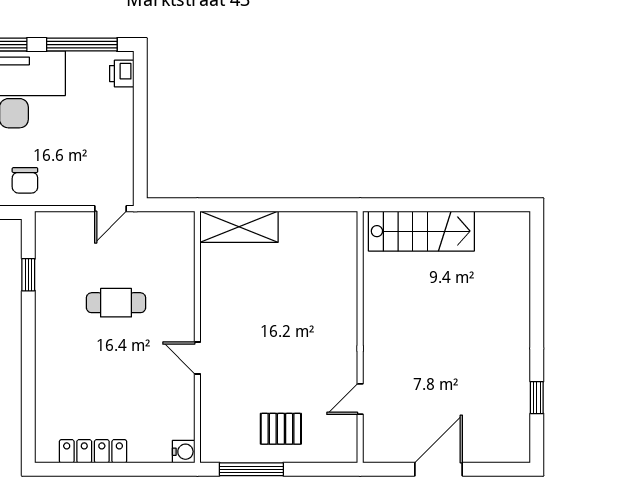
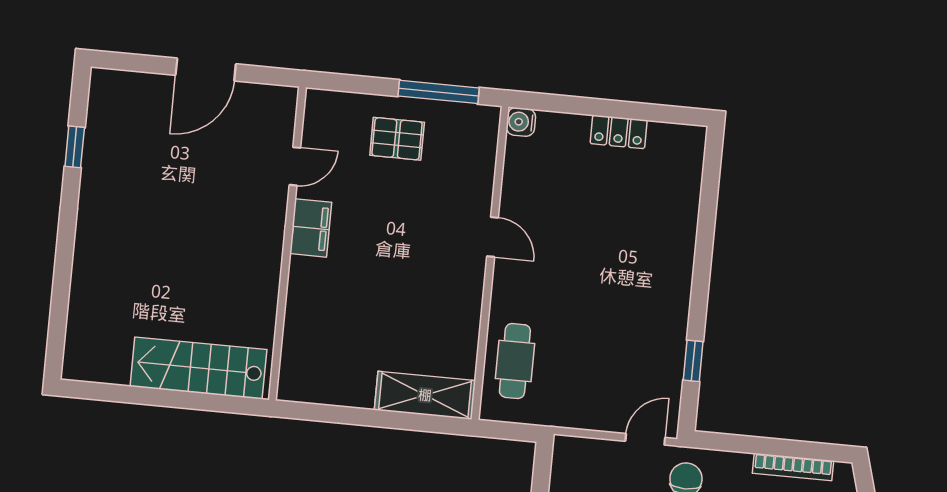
door: (110, 209) -> (645, 439), moved
cafe table: (116, 303) -> (515, 361), moved, turned 90
filing cabinet: (343, 351) -> (311, 228), added
locker: (93, 451) -> (619, 132), width x0.66

